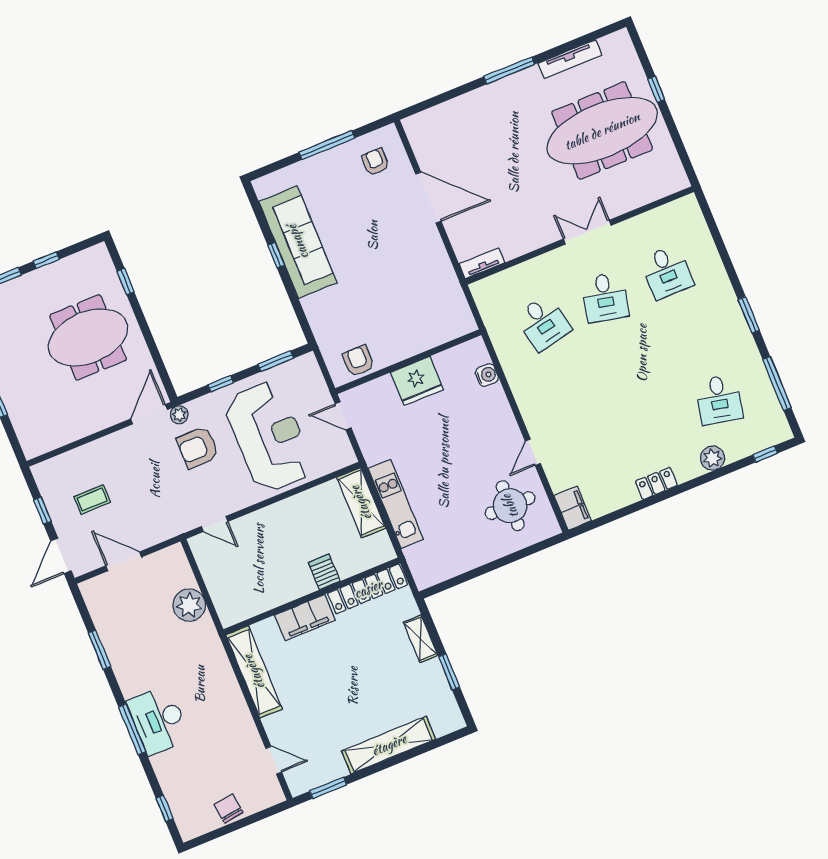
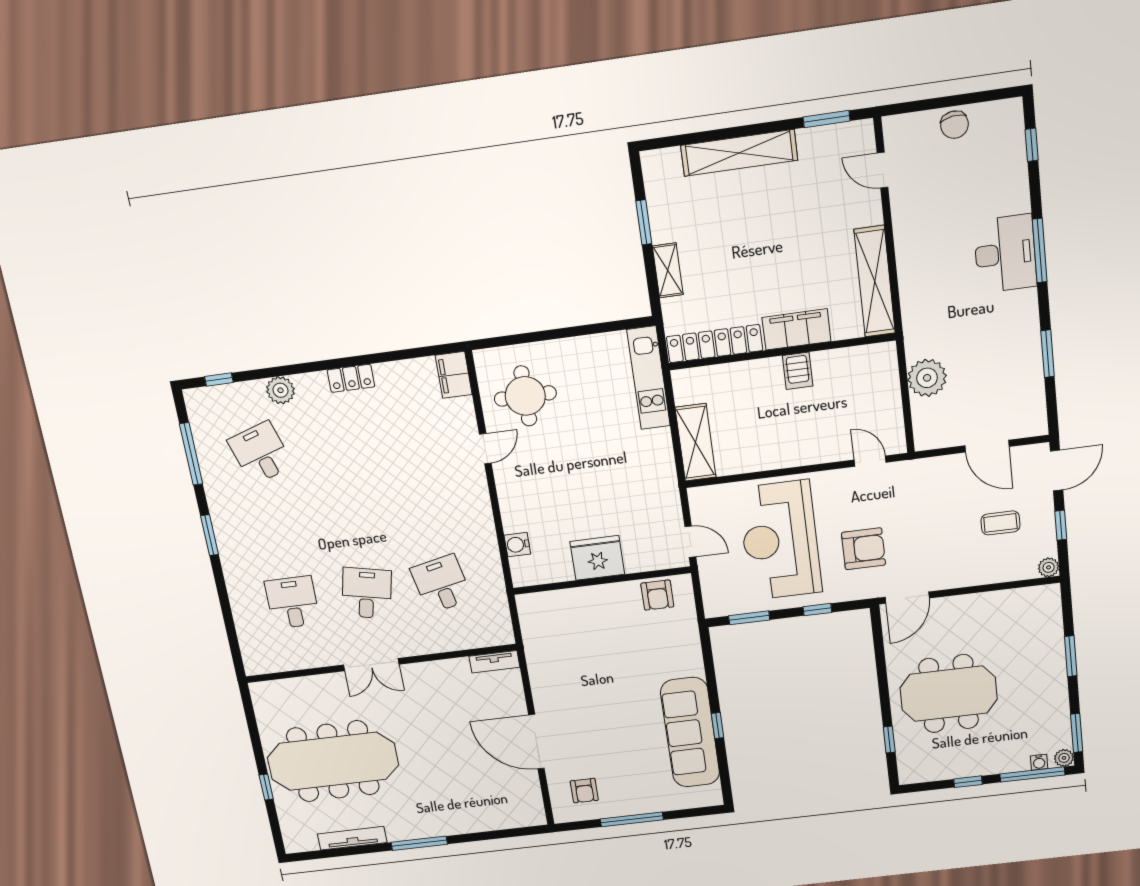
desk: (719, 399) -> (261, 453), turned -30
plant: (179, 415) -> (1049, 567), moved
kitchen unit: (396, 504) -> (649, 378), moved
server rack: (324, 572) -> (798, 371), moved

